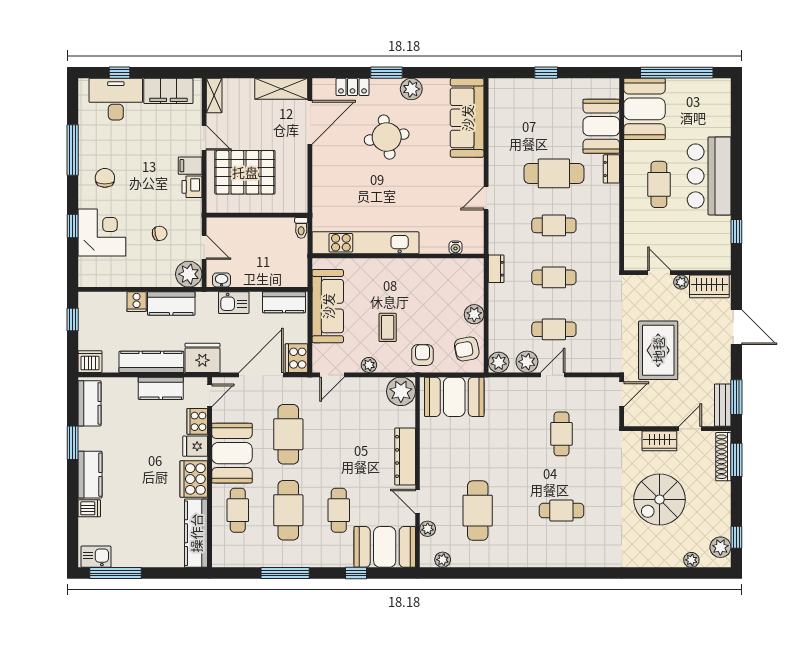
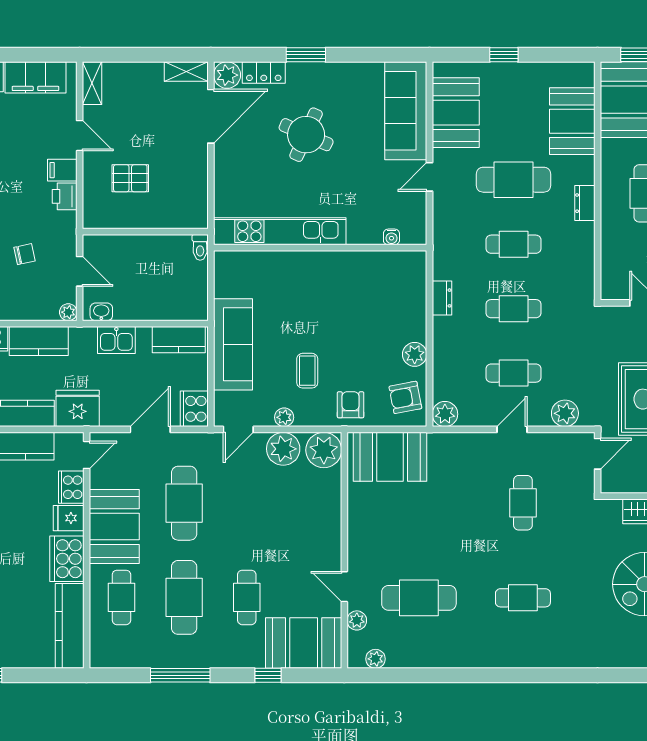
shelving: (281, 89) -> (186, 71), width x0.67, depth x0.75
plant: (411, 89) -> (227, 75), moved
booth: (507, 119) -> (456, 113), added
round table: (387, 137) -> (306, 135), turned 34
dresser: (611, 169) -> (585, 203), moved
pallet: (245, 172) -> (130, 178), width x0.49, depth x0.50
door: (486, 198) -> (429, 177), moved
kitchen unit: (365, 243) -> (280, 231), moved
water cooler: (455, 247) -> (391, 237), moved
wall: (398, 256) -> (320, 248), moved
plant: (189, 274) -> (68, 312), width x0.53, depth x0.53
plant: (527, 362) -> (565, 413), moved
door: (261, 375) -> (150, 429), width x0.73
plant: (368, 390) -> (283, 449), added
dresser: (405, 456) -> (329, 531), removed
cafe table: (478, 511) -> (419, 598), turned 90

